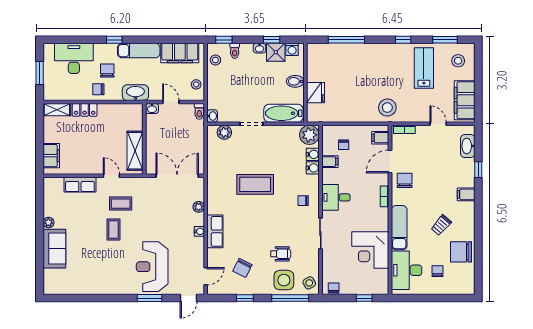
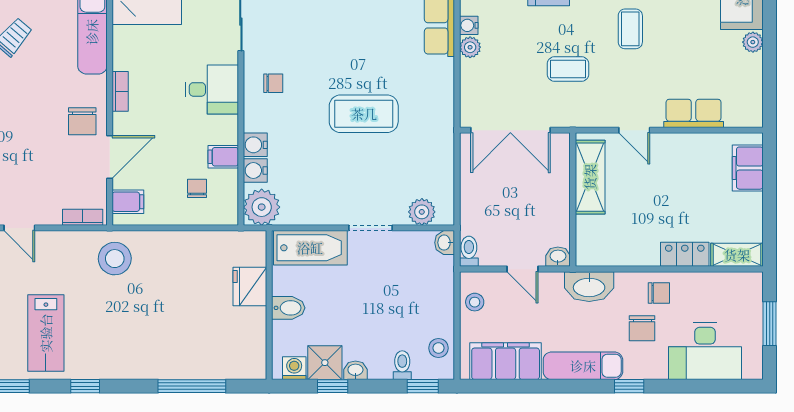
coffee table: (121, 204) -> (568, 69), moved
plant: (199, 207) -> (470, 47), moved

